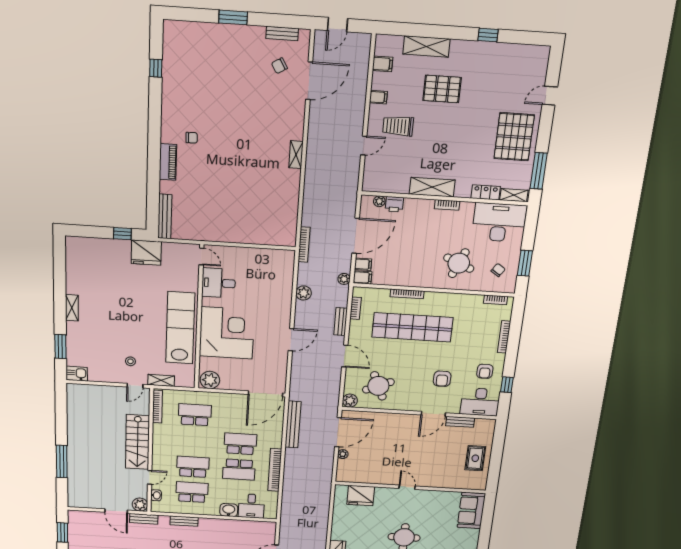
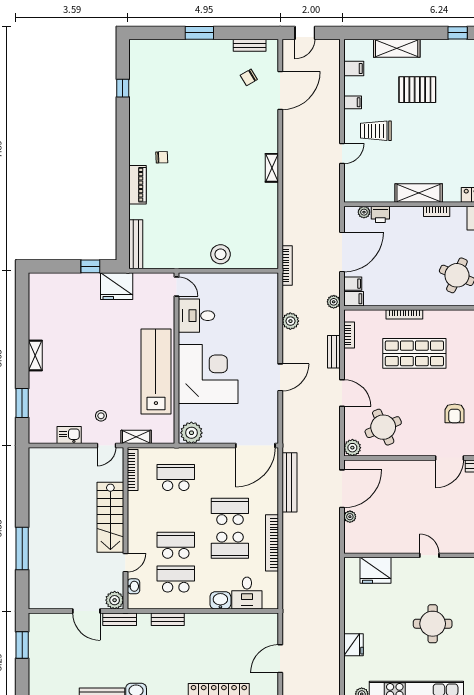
stool: (243, 231) -> (221, 254), added
shop shelf: (412, 327) -> (414, 353), width x0.71
kitchen sink: (77, 374) -> (69, 435), moved

